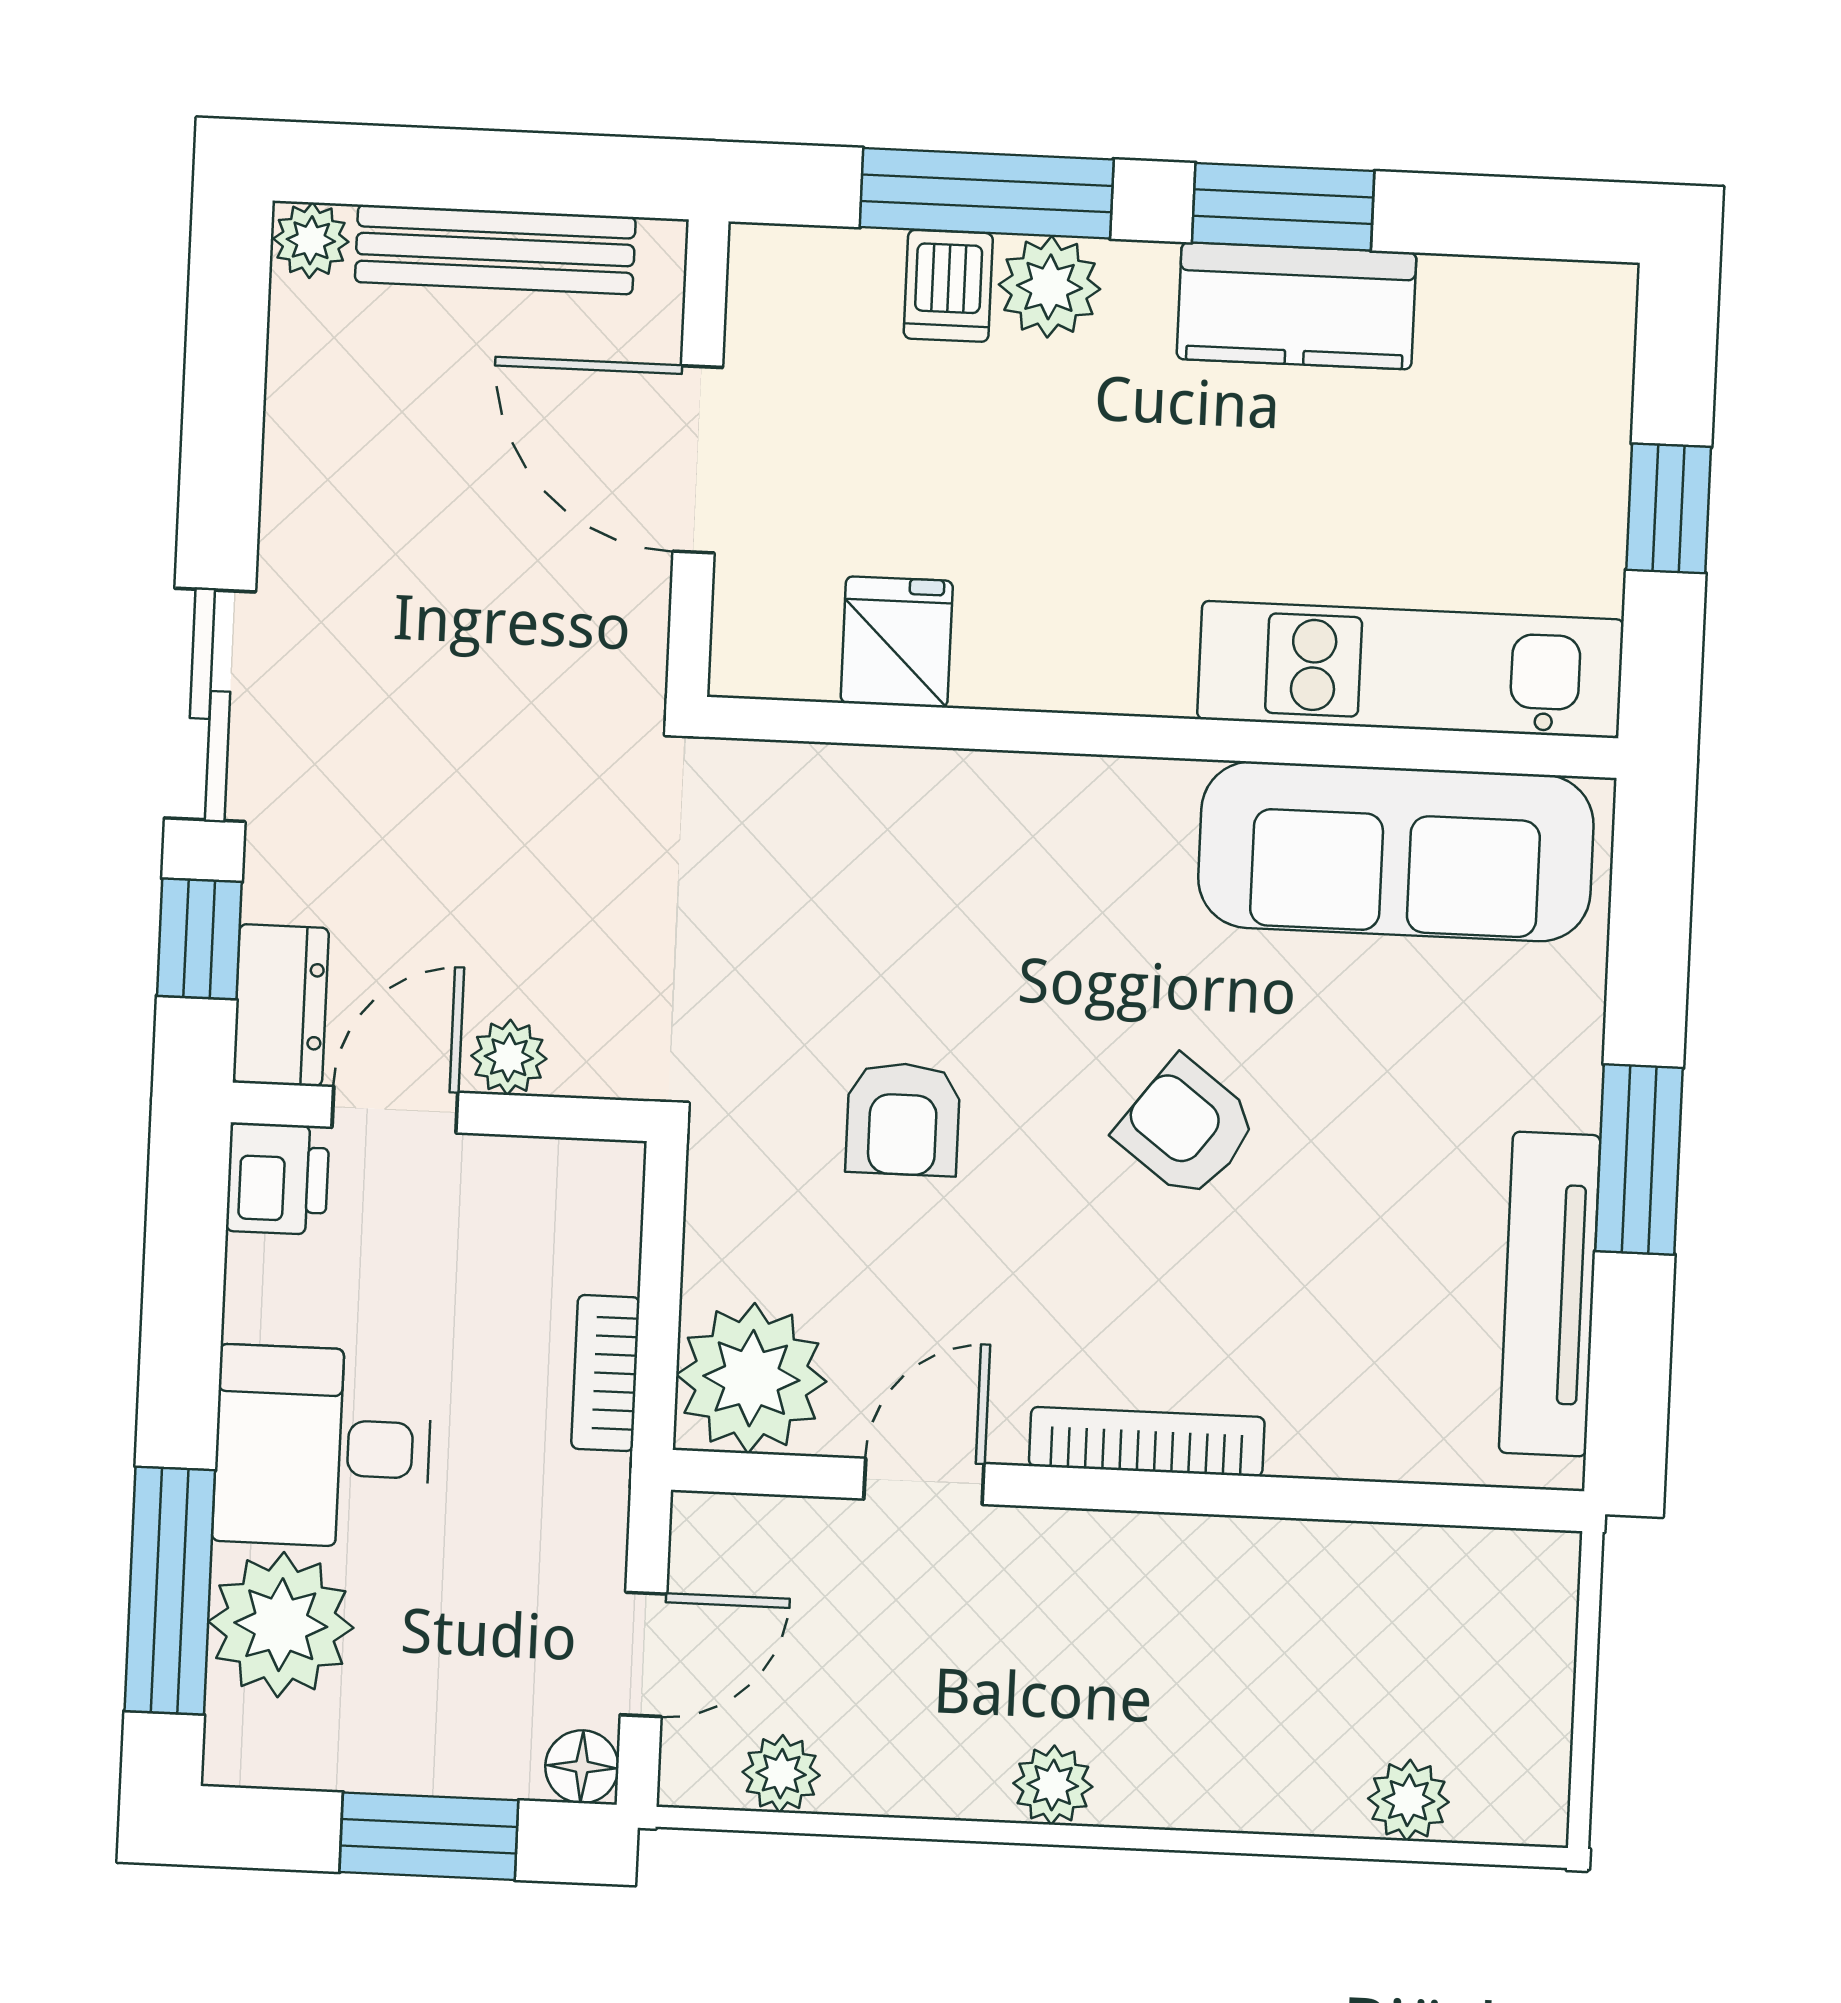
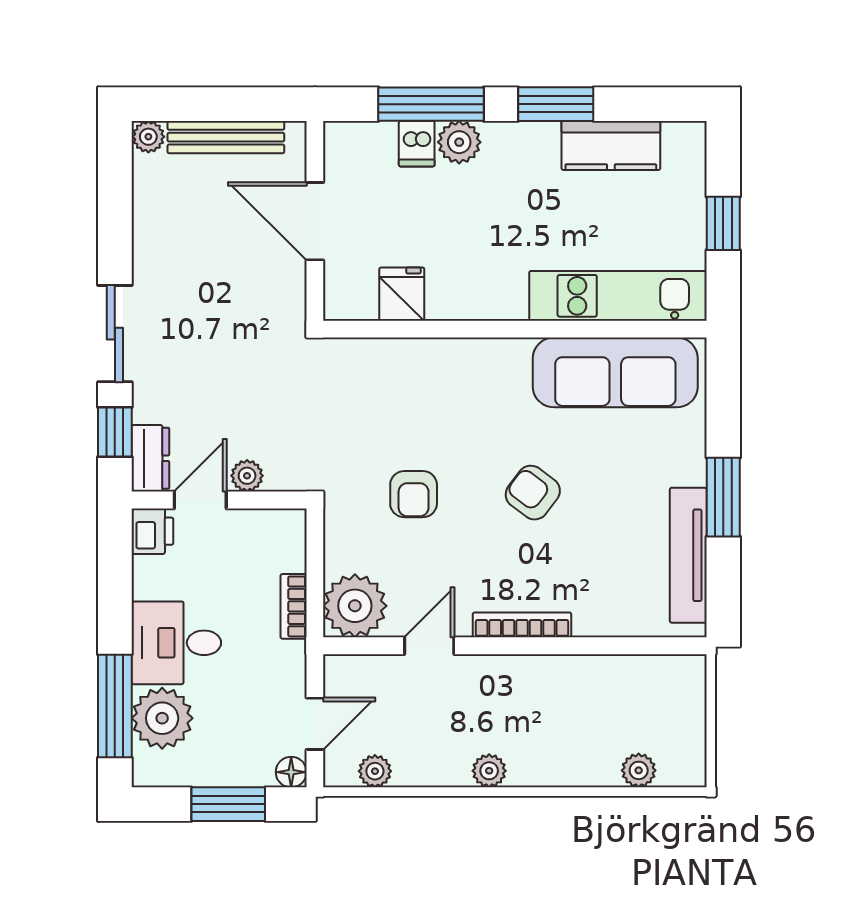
kitchen counter: (1296, 306) -> (611, 145), moved

